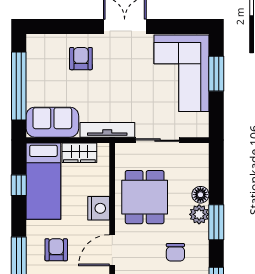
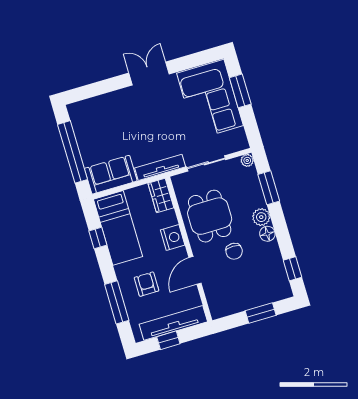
armchair: (81, 59) -> (119, 112), removed
plant: (202, 150) -> (247, 160), added
wardrobe: (79, 153) -> (161, 195), moved, turned 90
floor lamp: (200, 195) -> (267, 234), moved
window: (216, 222) -> (269, 188), moved
chair: (175, 252) -> (234, 251), moved

